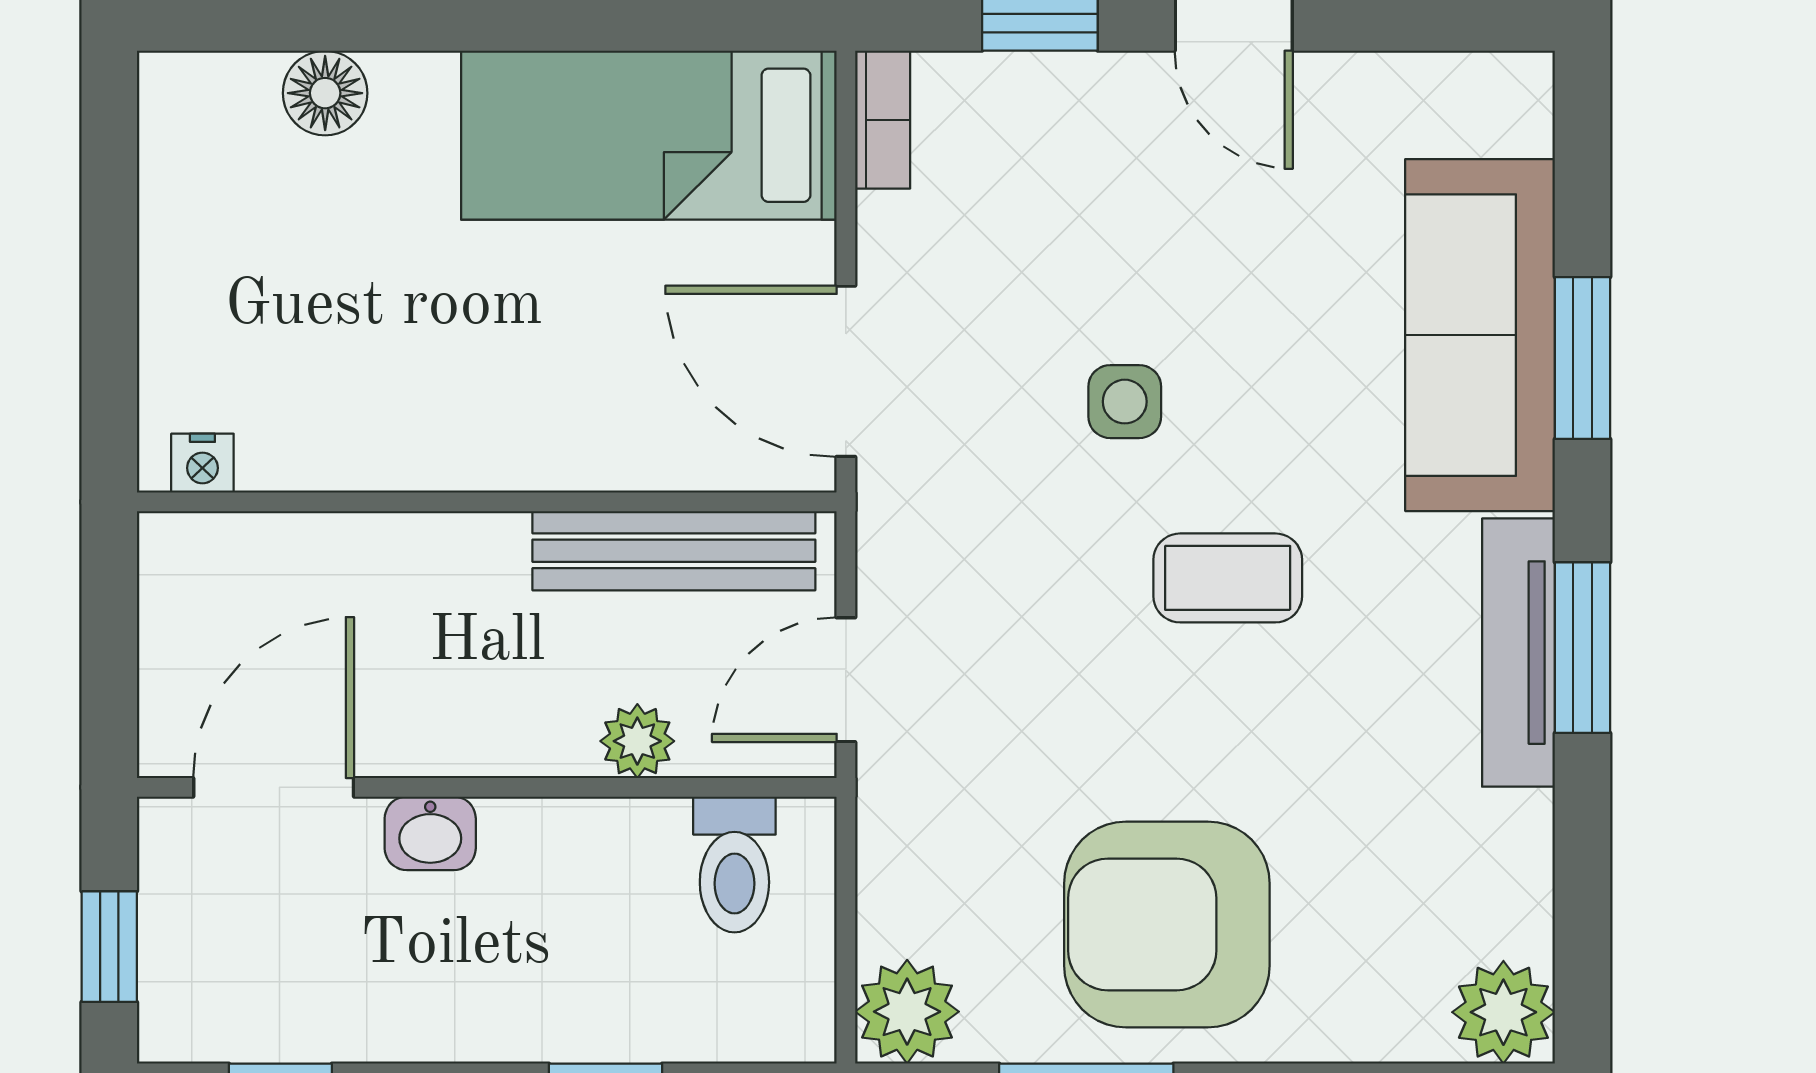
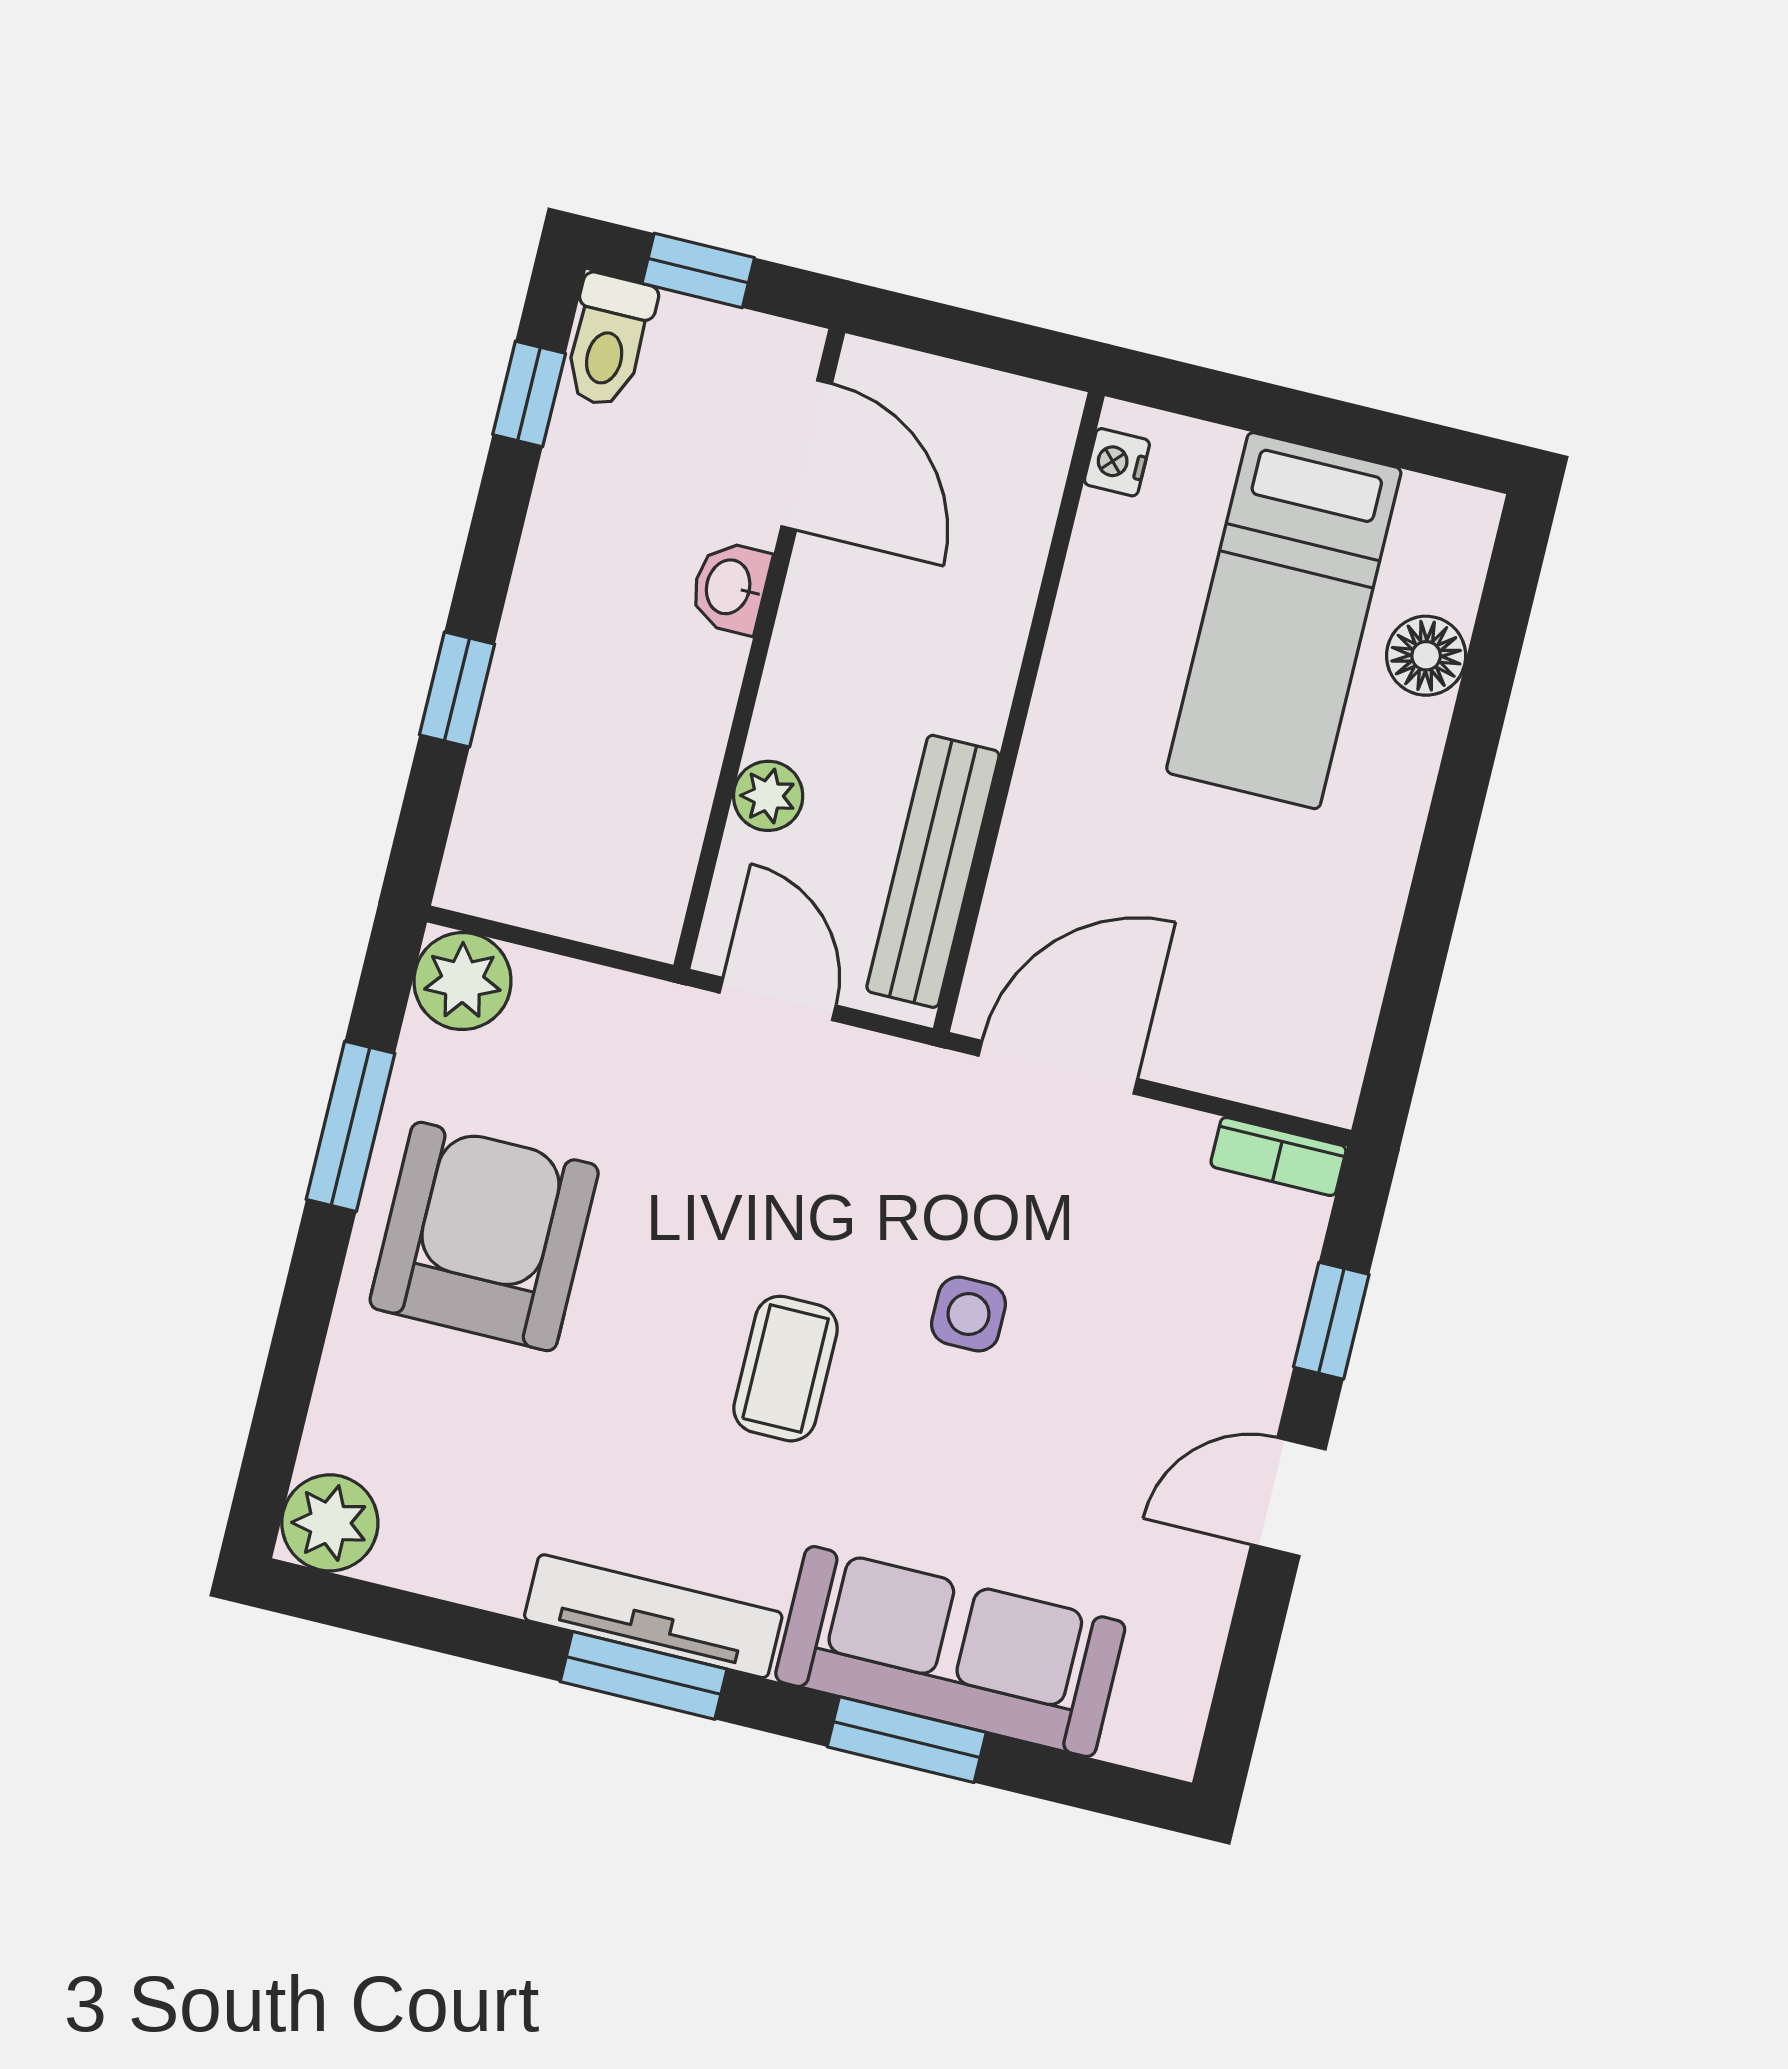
bed: (649, 135) -> (1284, 621), moved, turned 180
toilet: (734, 864) -> (608, 341), moved, turned -90

